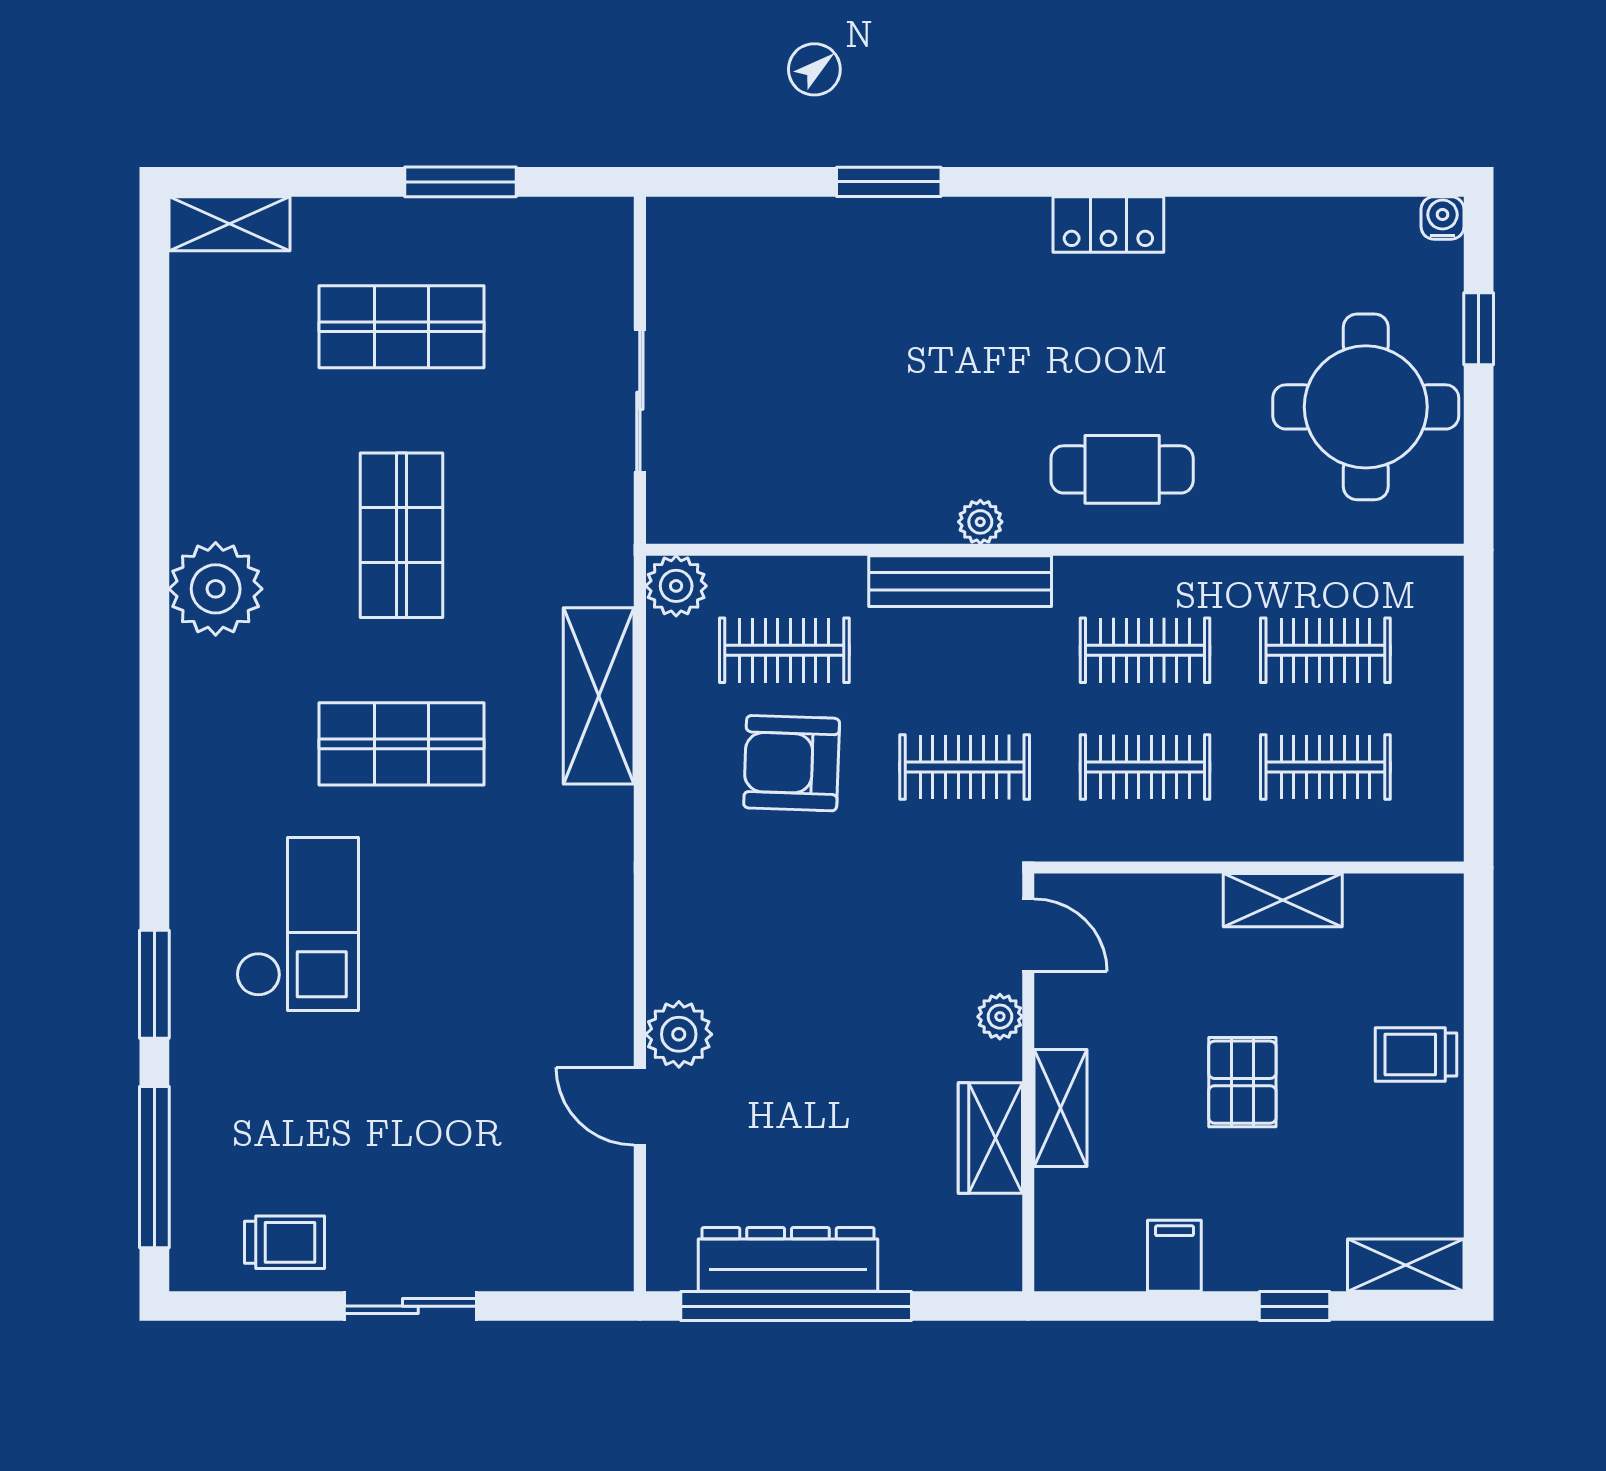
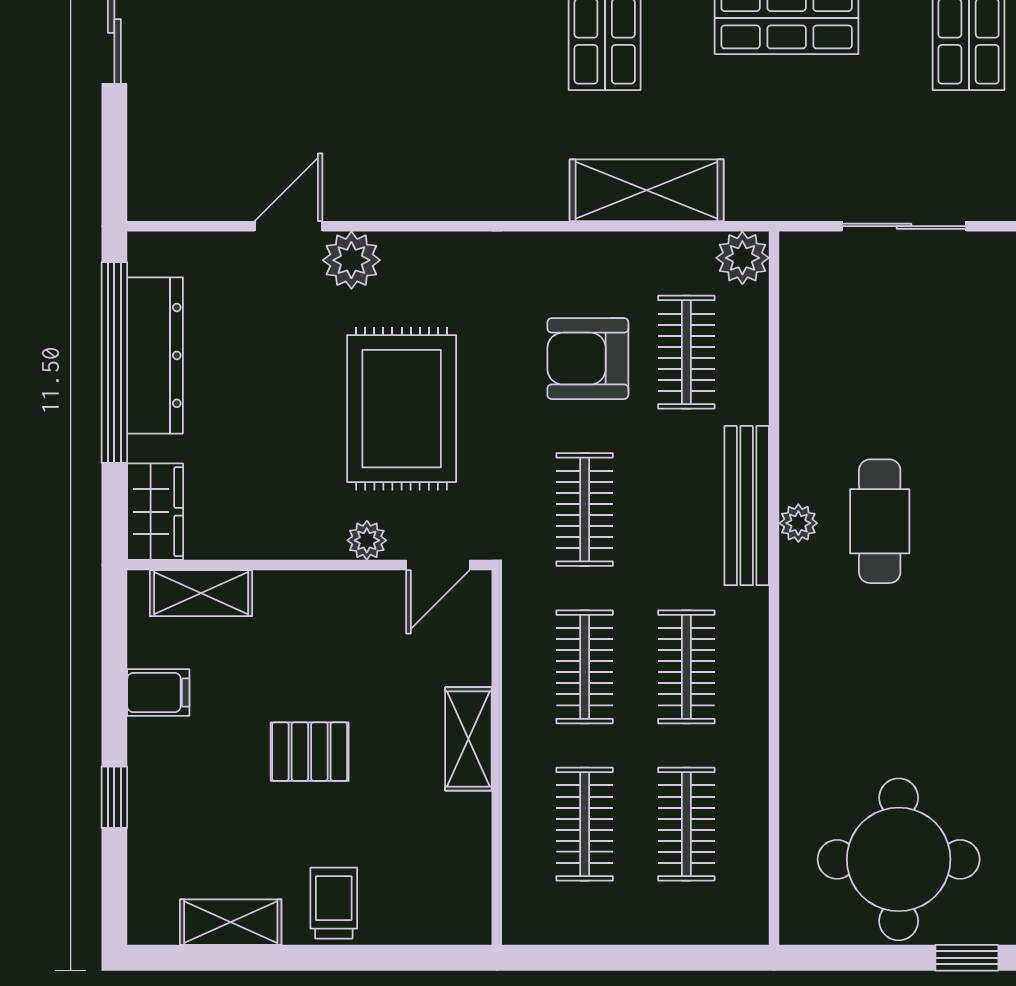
cafe table: (1122, 469) -> (880, 521), moved
armchair: (792, 763) -> (588, 359), turned -92
shelving: (1283, 900) -> (468, 739), moved
rug: (849, 977) -> (402, 409), added
shelving: (1061, 1108) -> (201, 593), moved
wardrobe: (990, 1138) -> (155, 512), moved, turned 90
shelving: (1406, 1265) -> (231, 922), moved, turned 90

